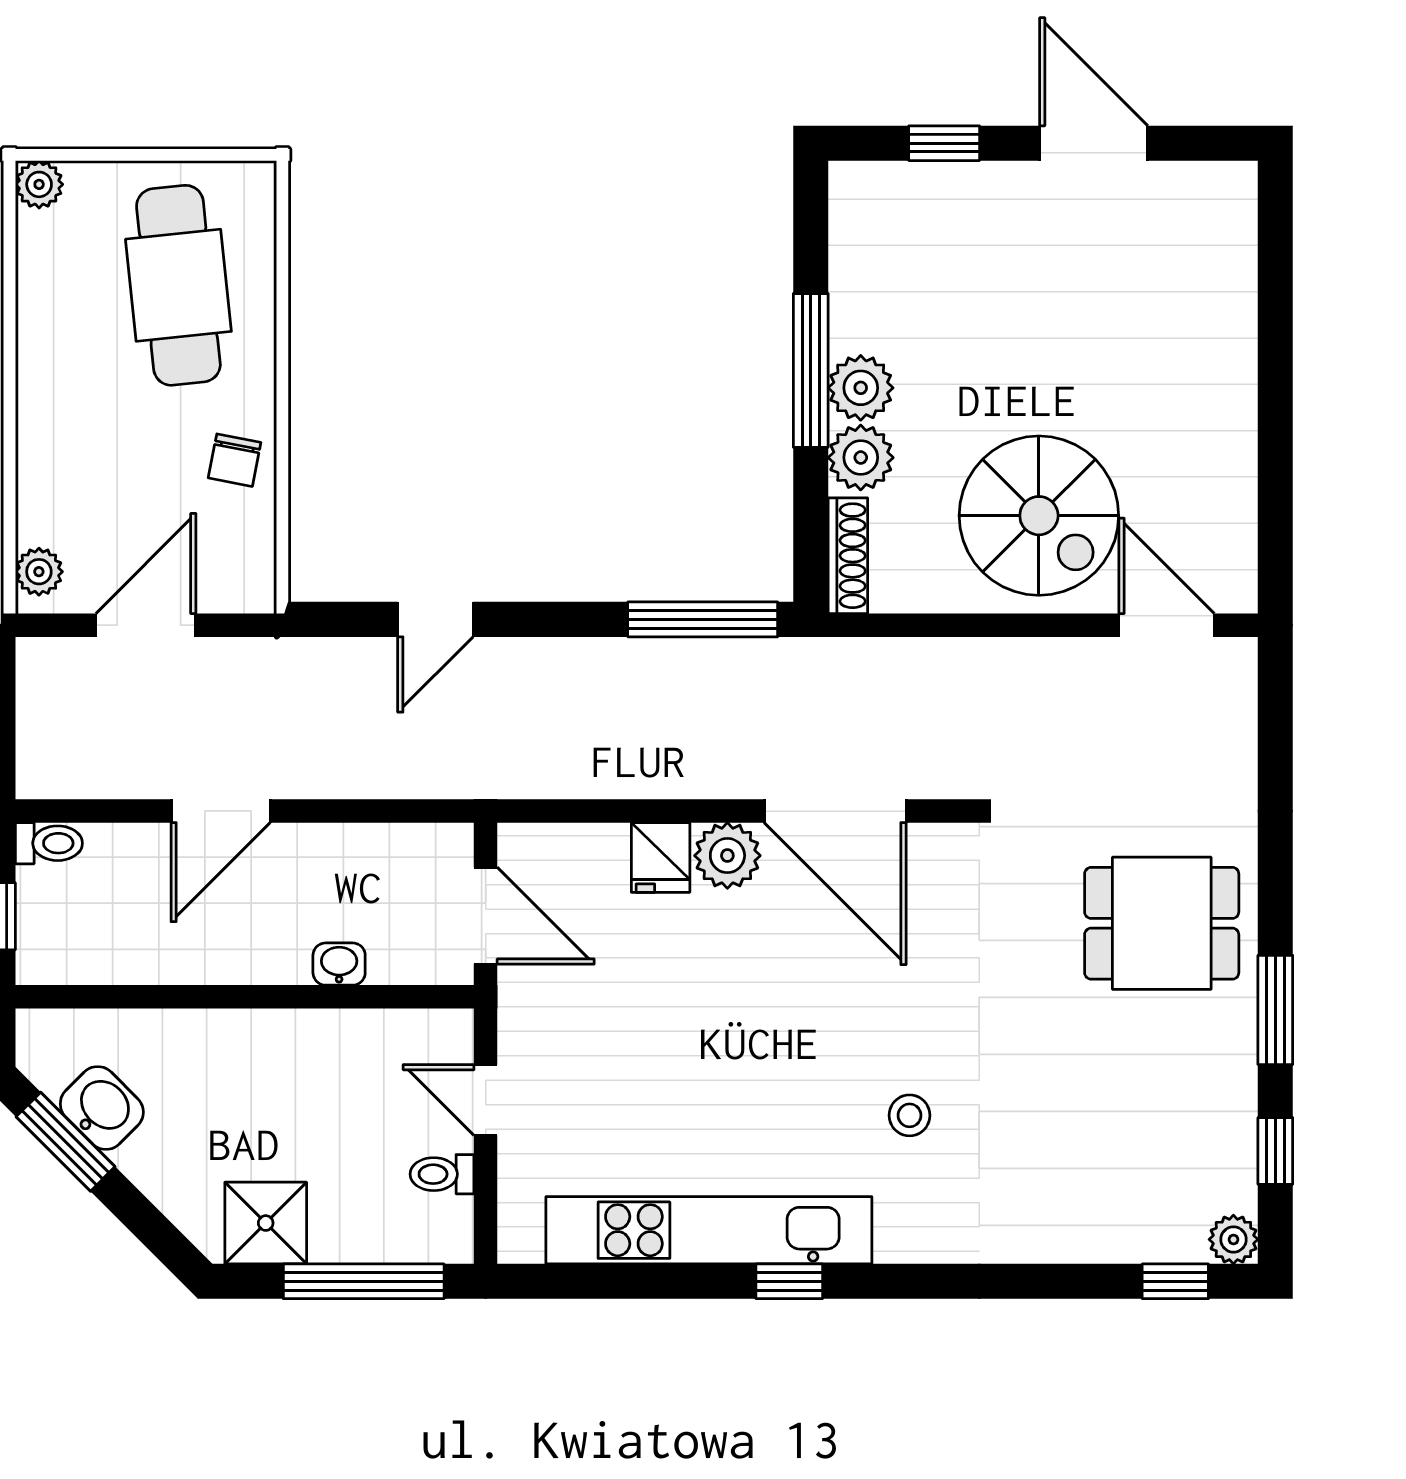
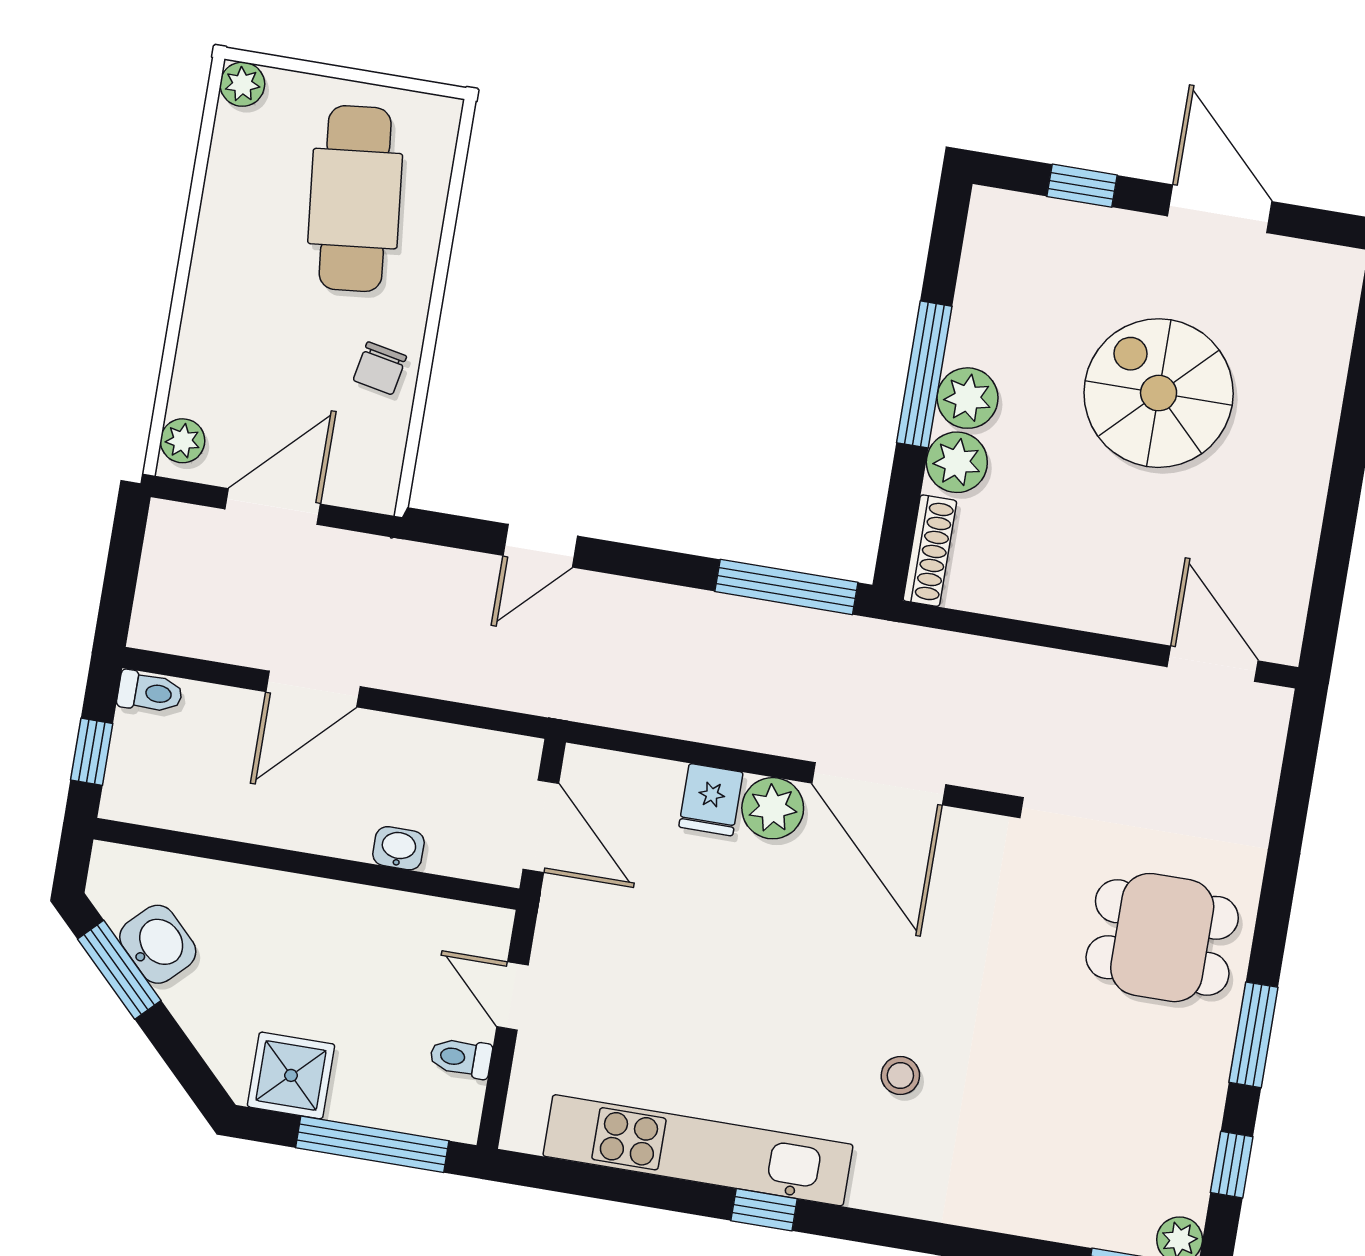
spiral stairs: (1039, 516) -> (1159, 393), moved, turned 180

